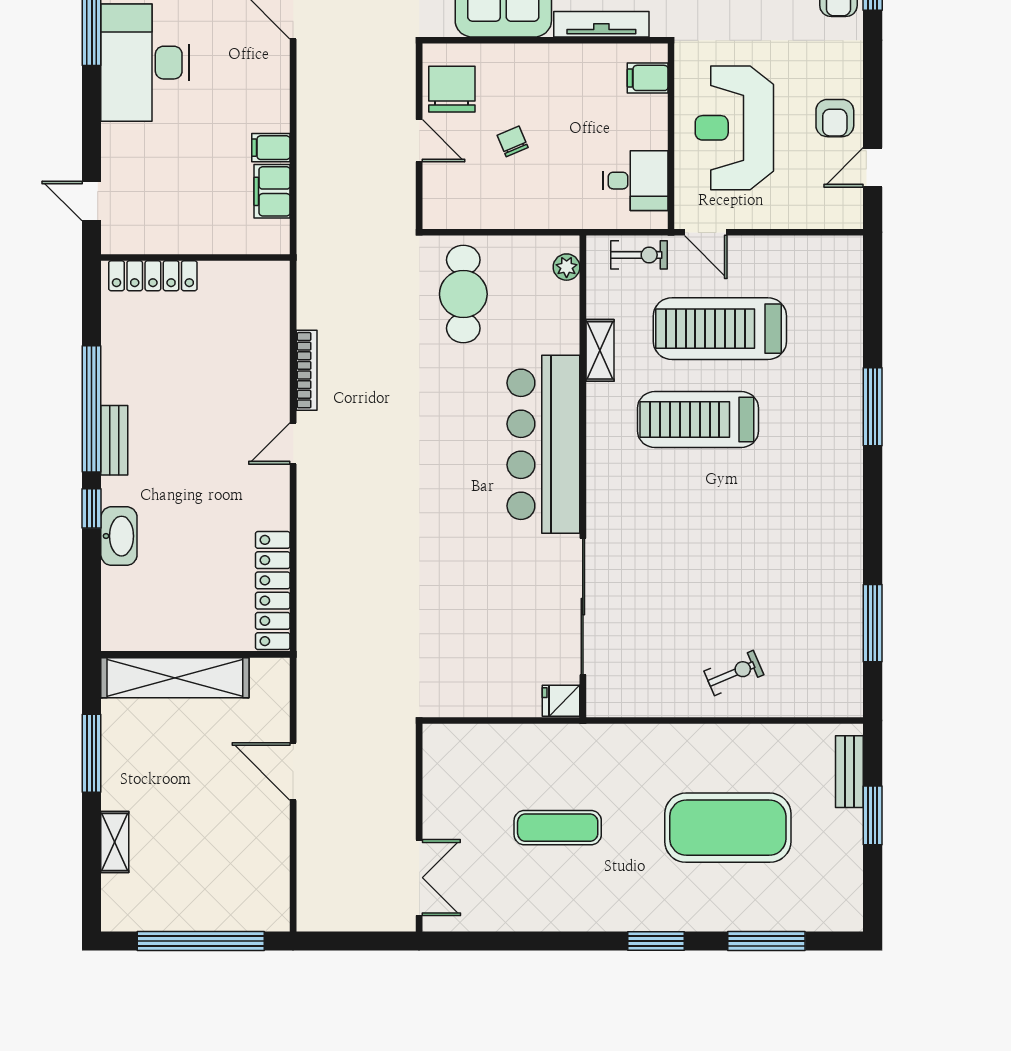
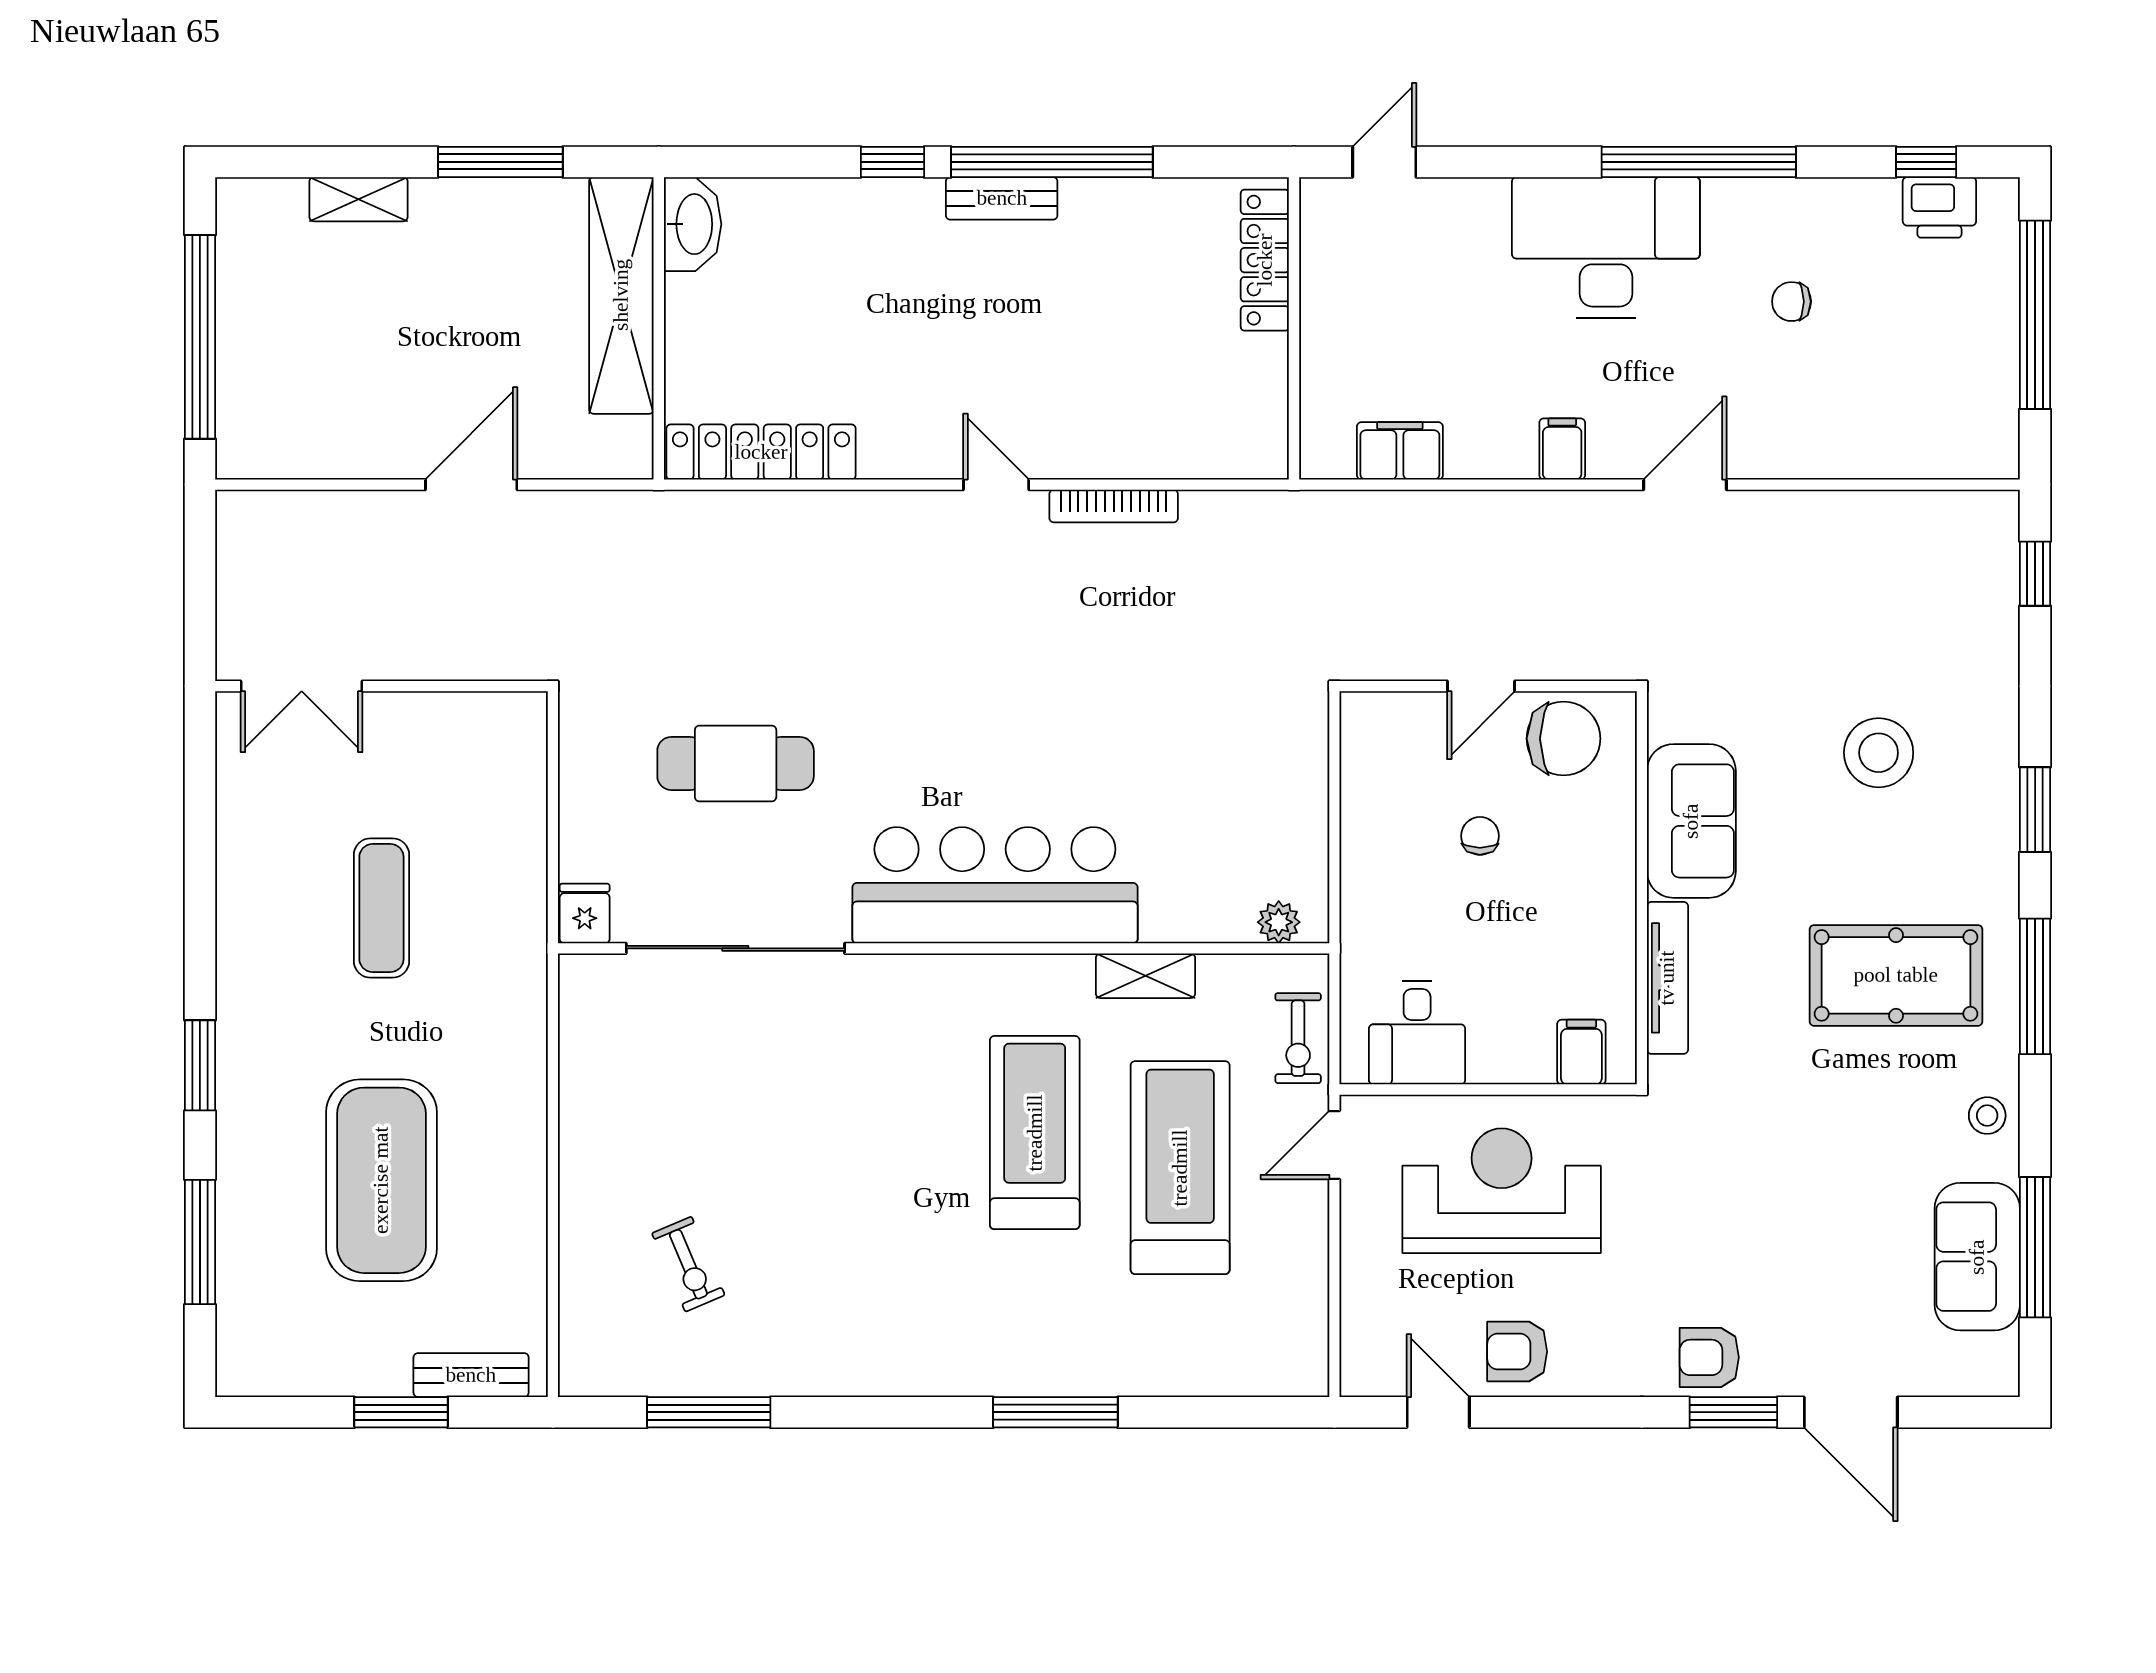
chair: (513, 141) -> (1480, 836), turned -67
filing cabinet: (271, 148) -> (1562, 449), moved
cafe table: (463, 294) -> (736, 763), moved
washbasin: (119, 536) -> (693, 224), moved, turned -90
exercise bike: (734, 673) -> (688, 1264), moved

